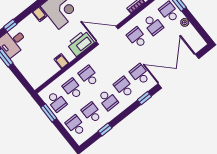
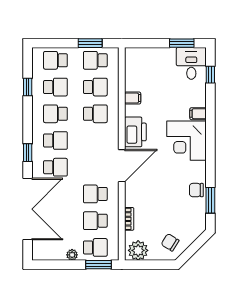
school desk: (137, 38) -> (95, 194), turned 180
school desk: (76, 125) -> (55, 60), turned 180

